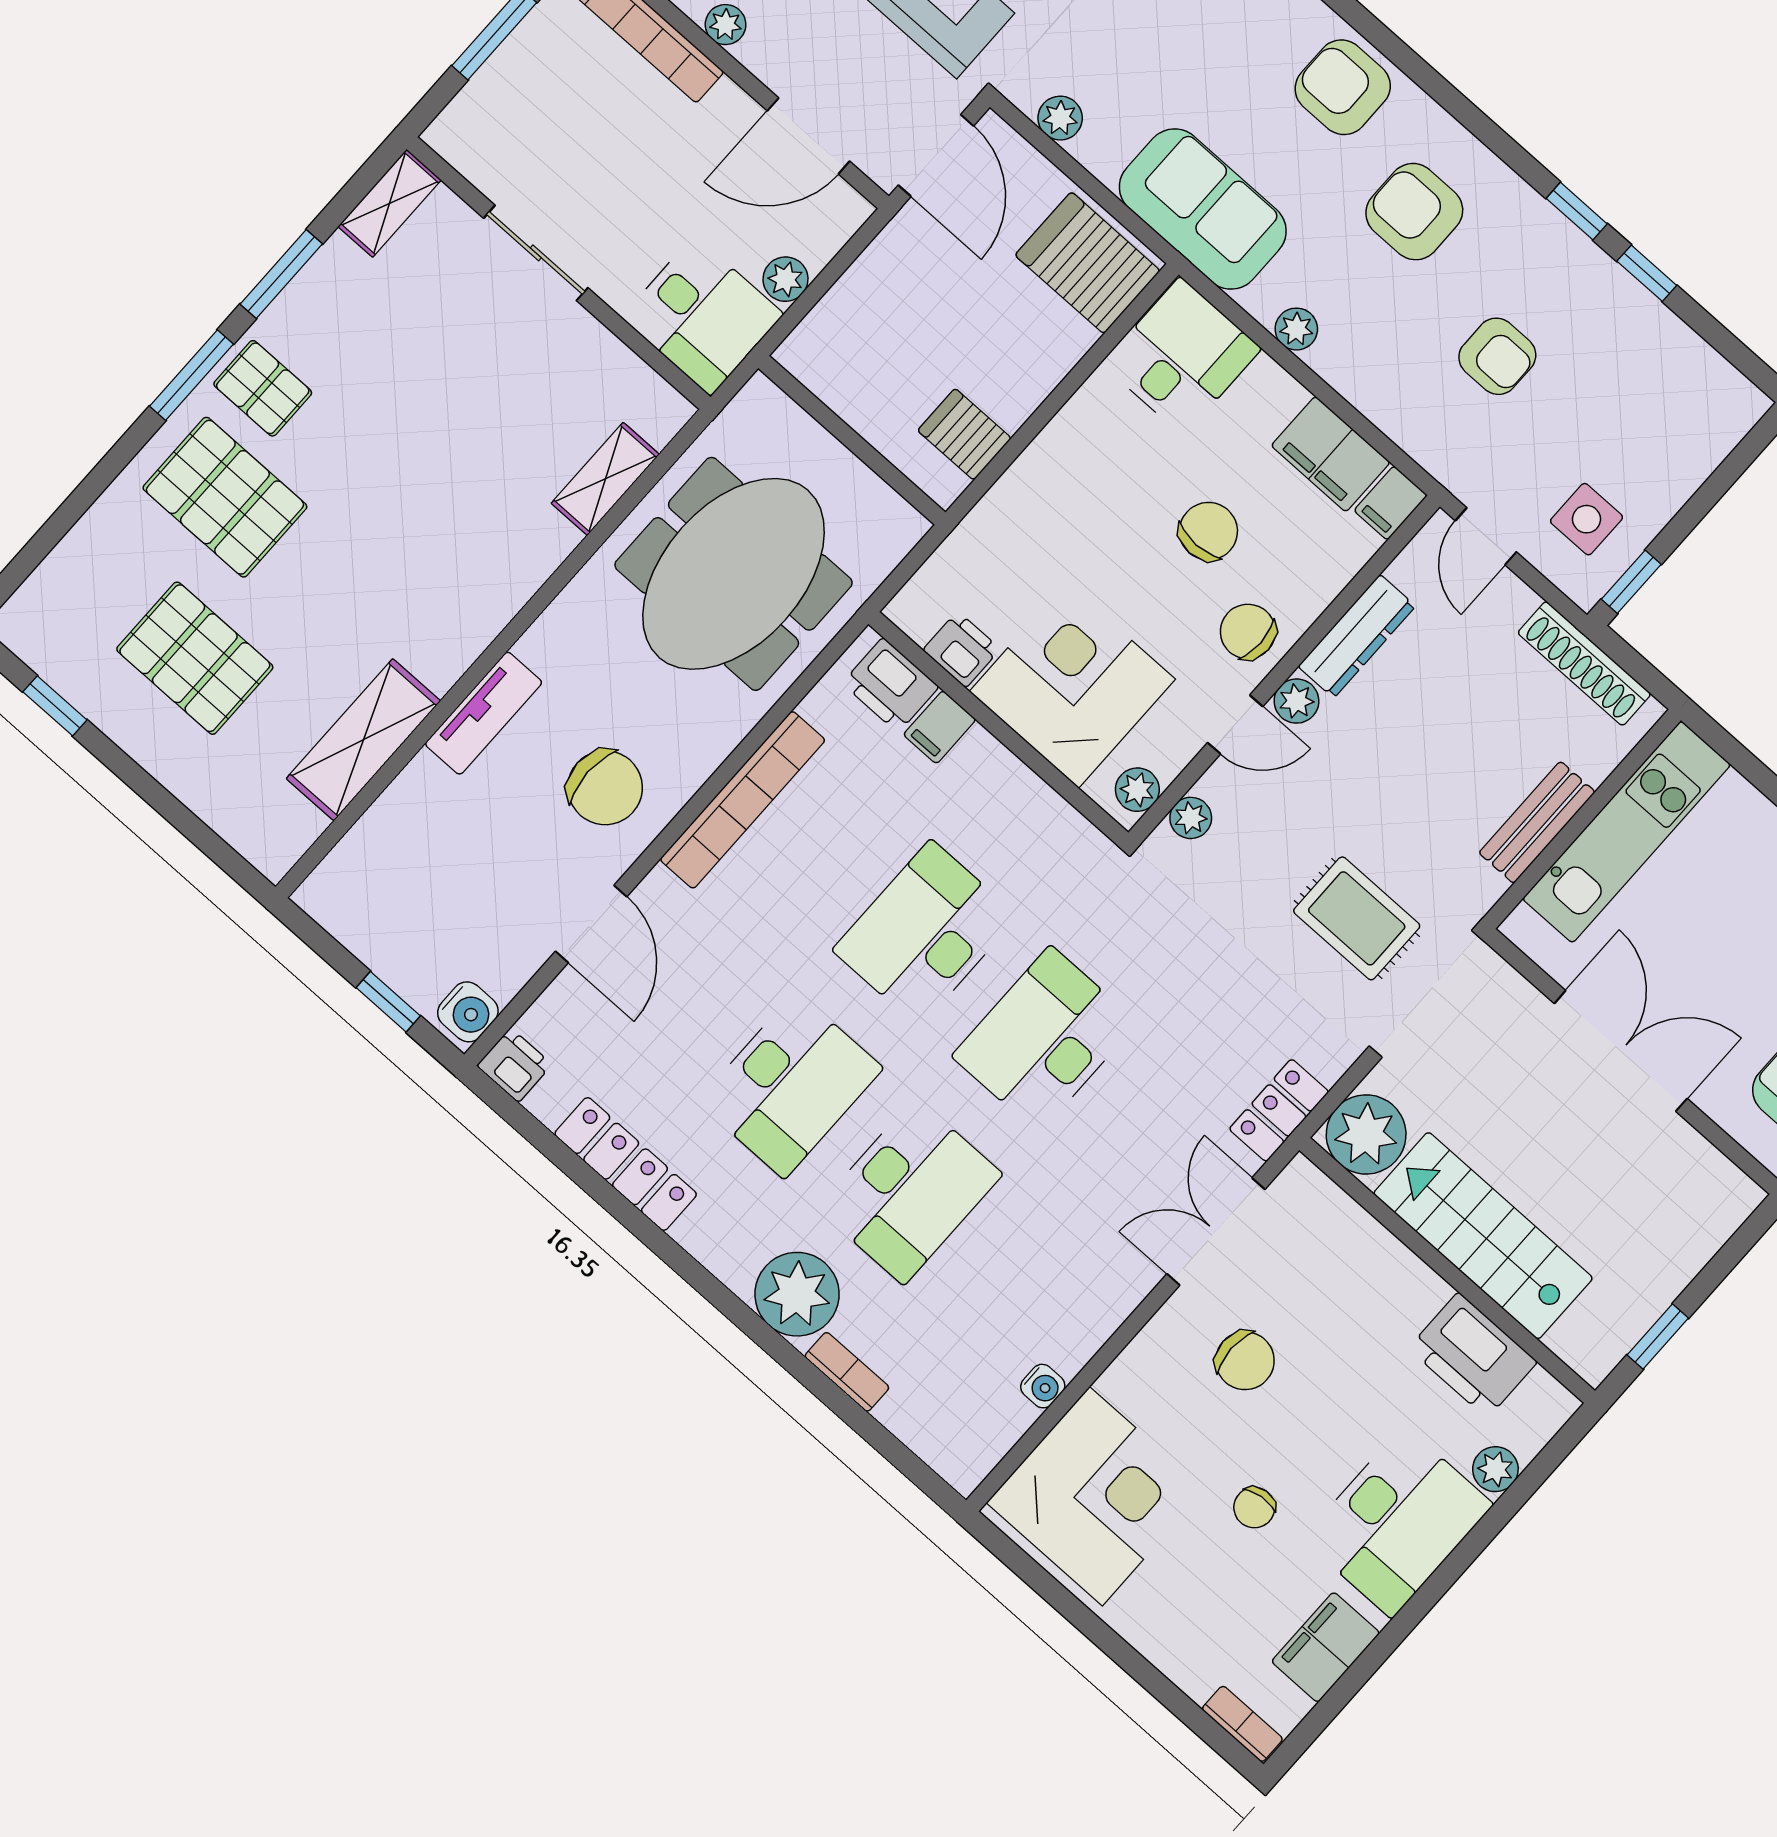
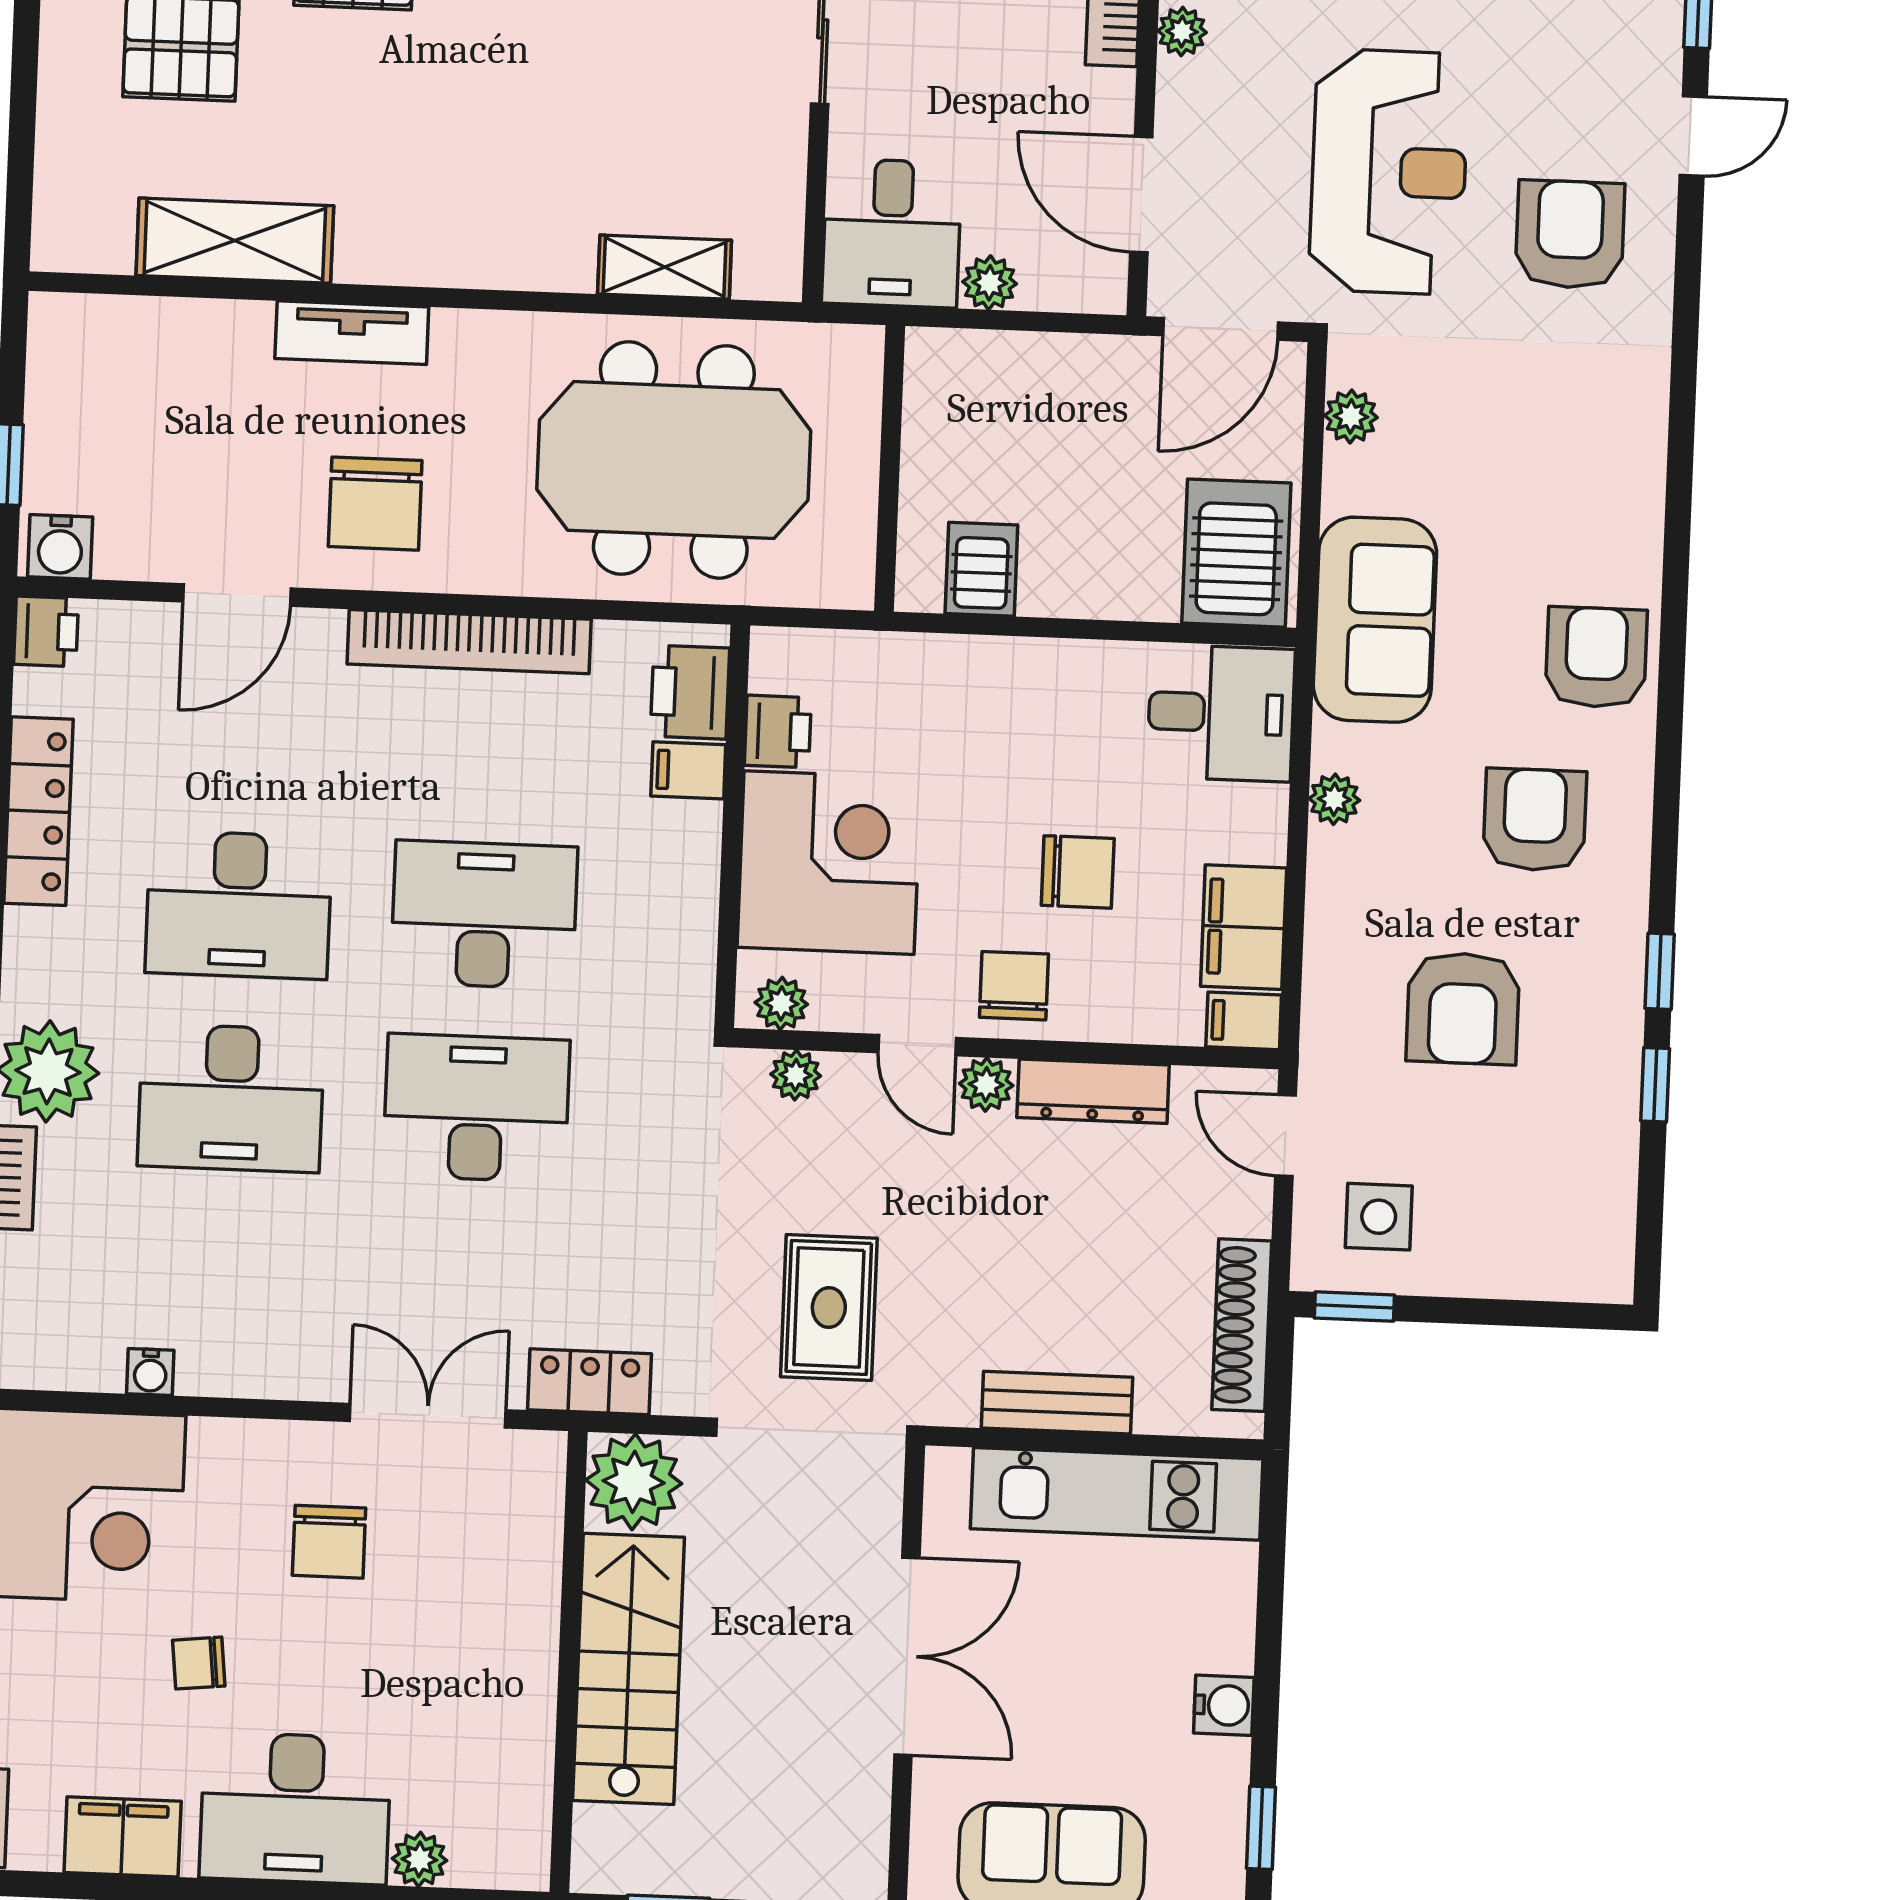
armchair: (1497, 356) -> (1463, 1008), width x1.38, depth x1.38
door: (1486, 536) -> (1286, 1136), hinge flipped
printer: (1473, 1355) -> (509, 1751), removed

